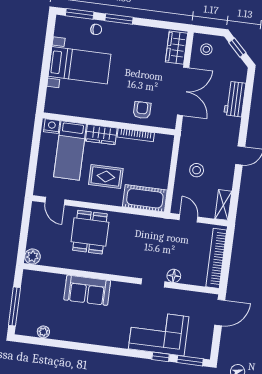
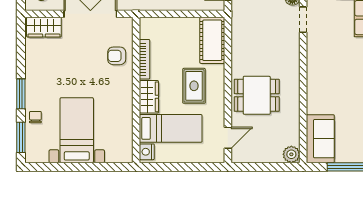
sofa: (87, 290) -> (320, 139), moved

